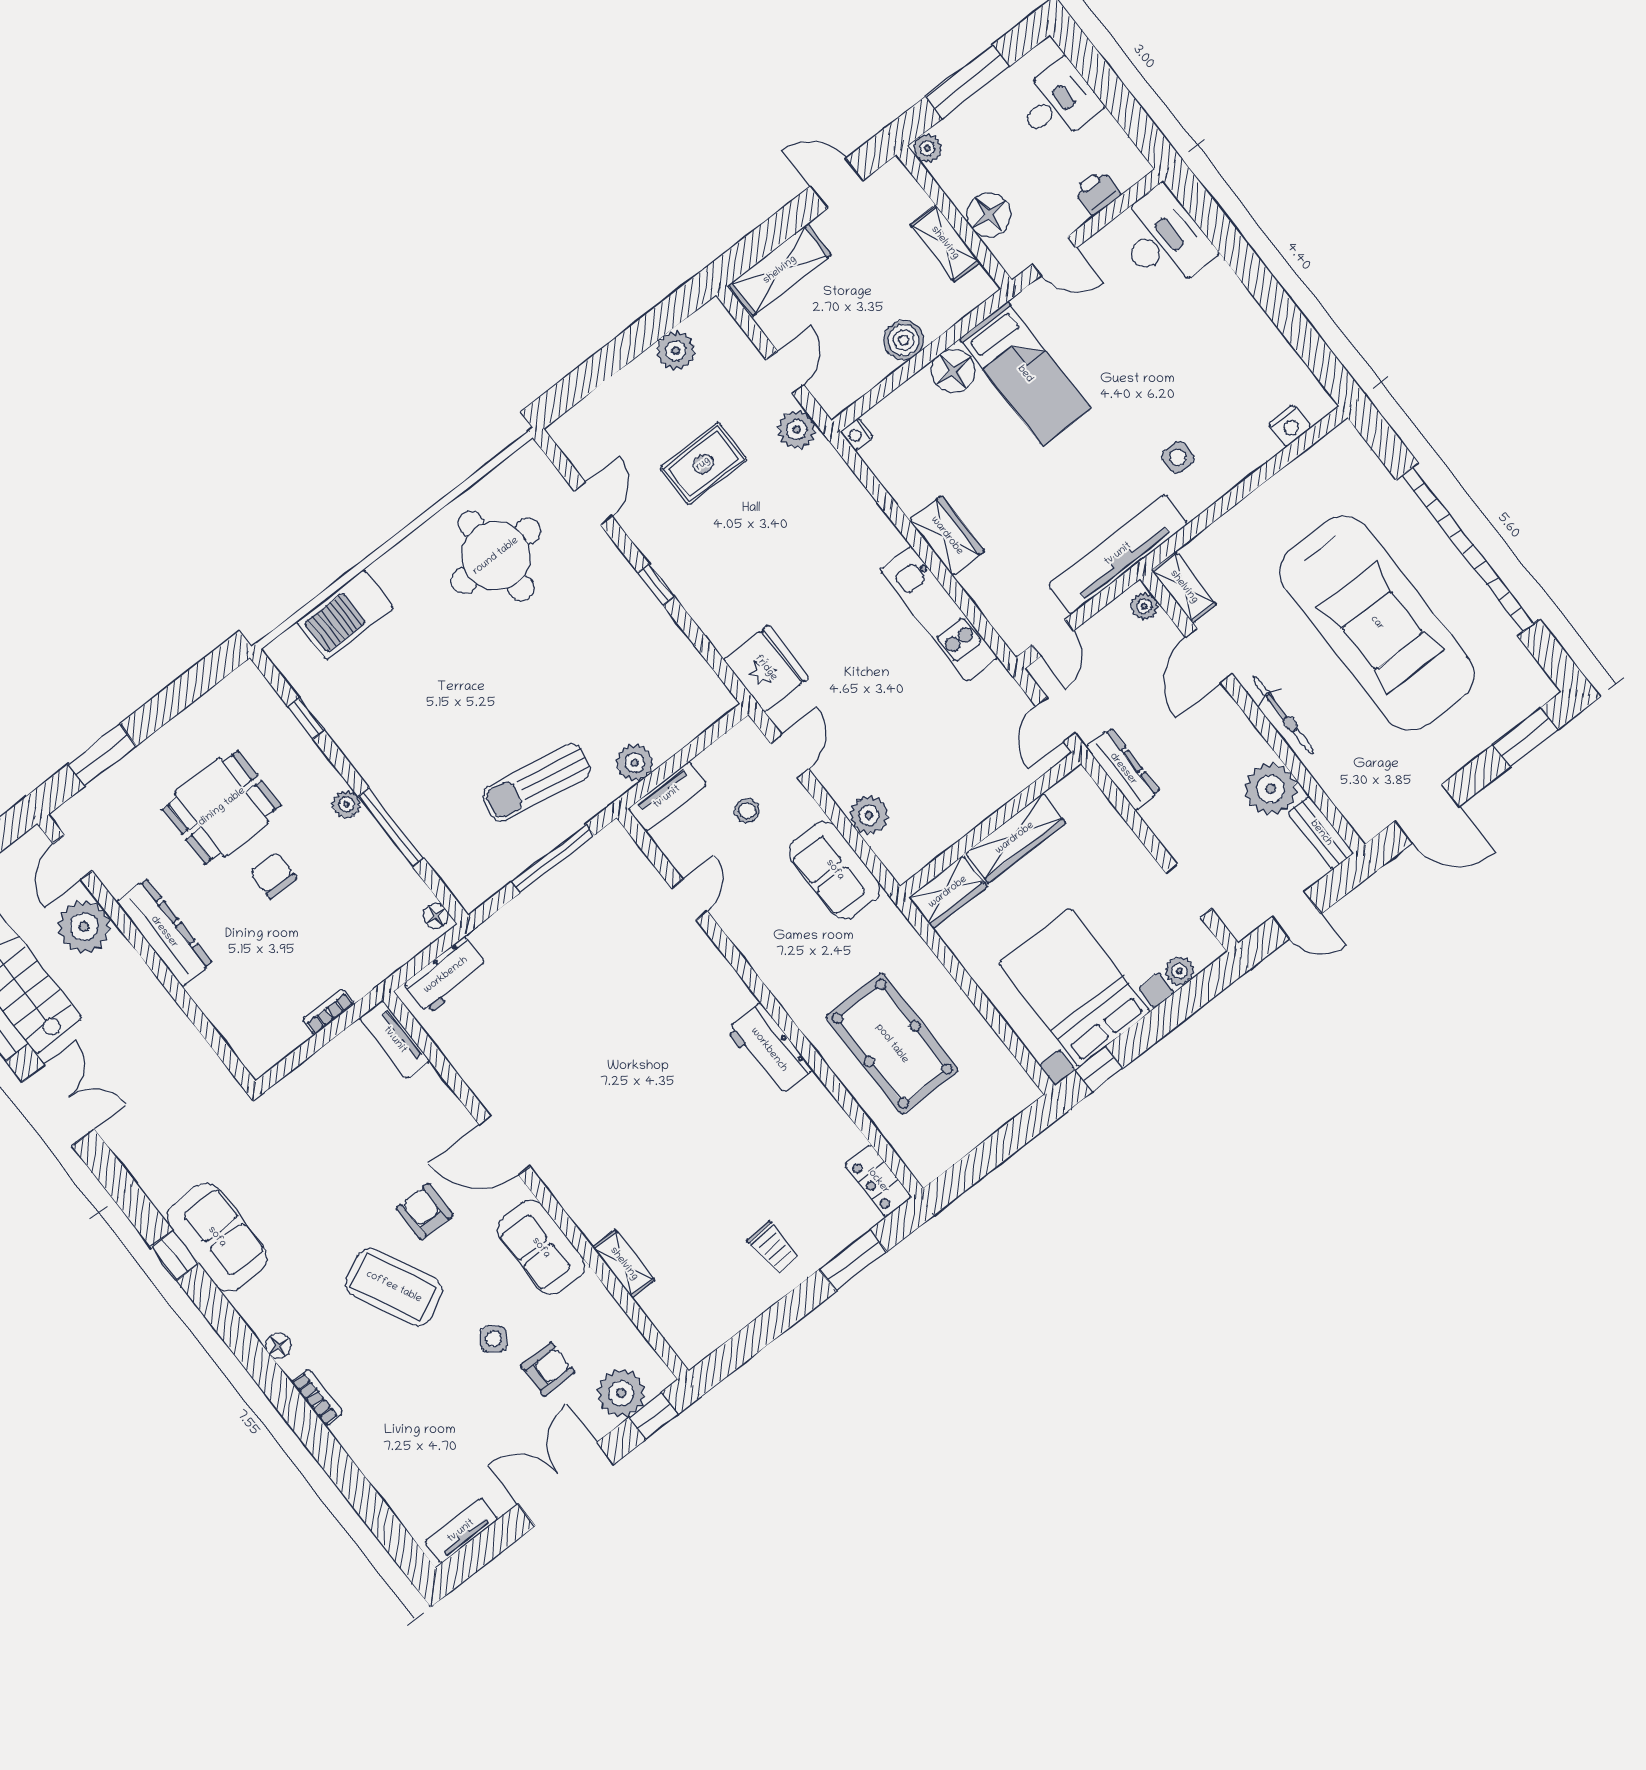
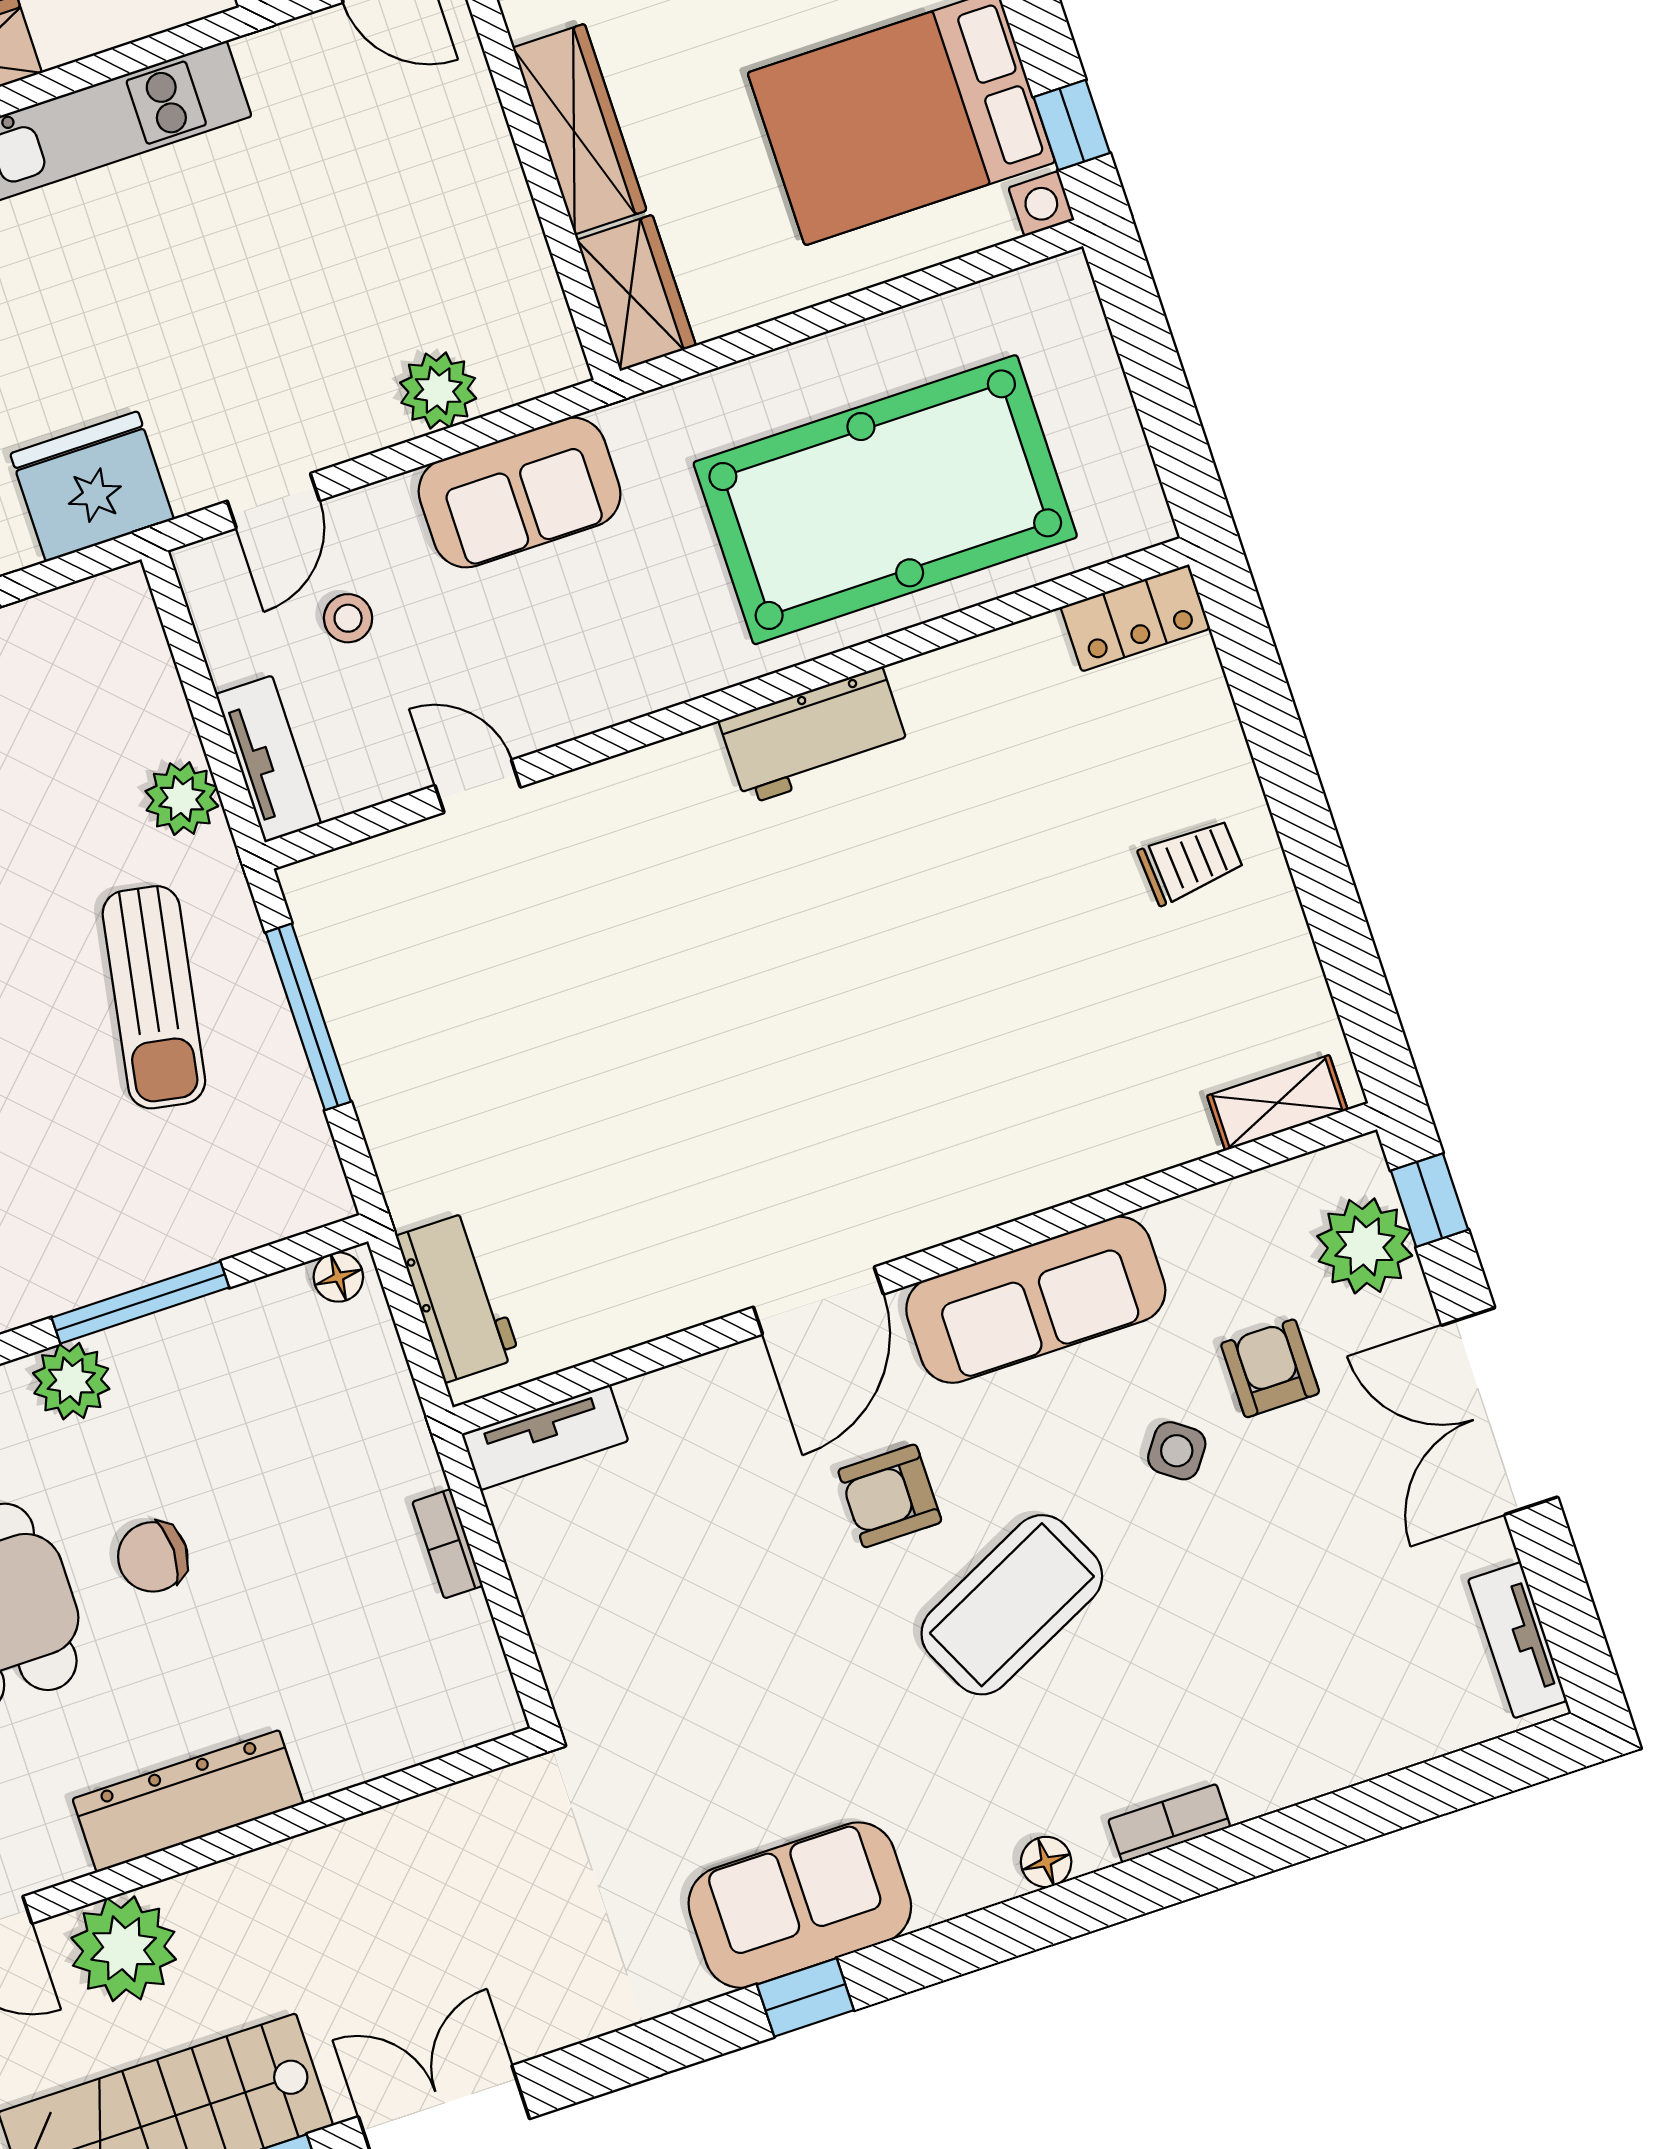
door: (790, 756) -> (273, 501), swing flipped
plant: (346, 804) -> (71, 1381), width x1.38, depth x1.38
pool table: (892, 1044) -> (885, 500), width x1.36, depth x1.32
sofa: (541, 1248) -> (1036, 1300), width x1.36
window: (853, 1261) -> (1269, 719), removed
shelving: (624, 1264) -> (1277, 1103), moved

